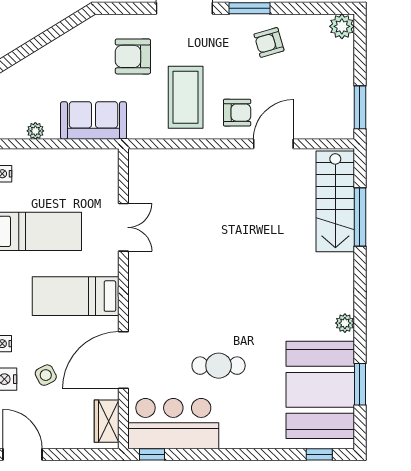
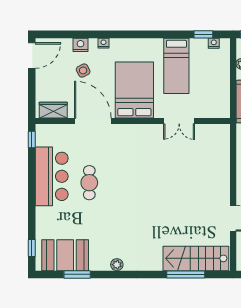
bed: (76, 296) -> (134, 90), width x1.50
booth: (320, 390) -> (65, 255), width x0.73, depth x0.70
bar counter: (173, 424) -> (52, 176), moved

